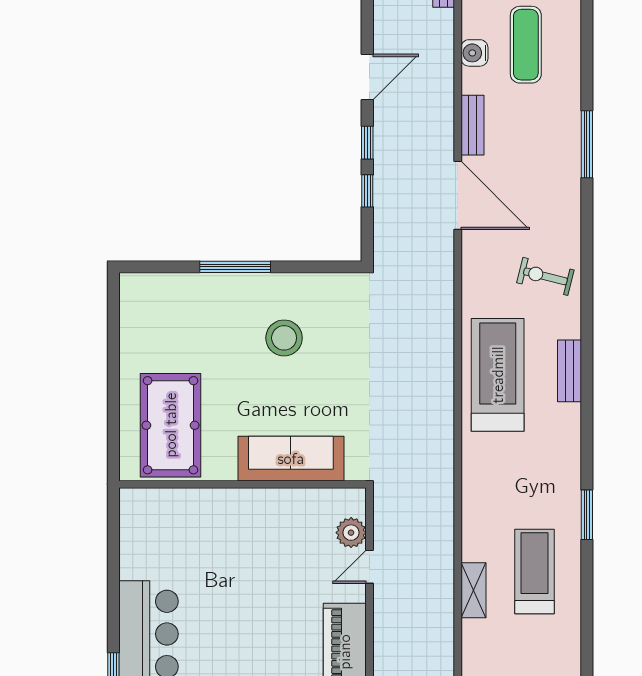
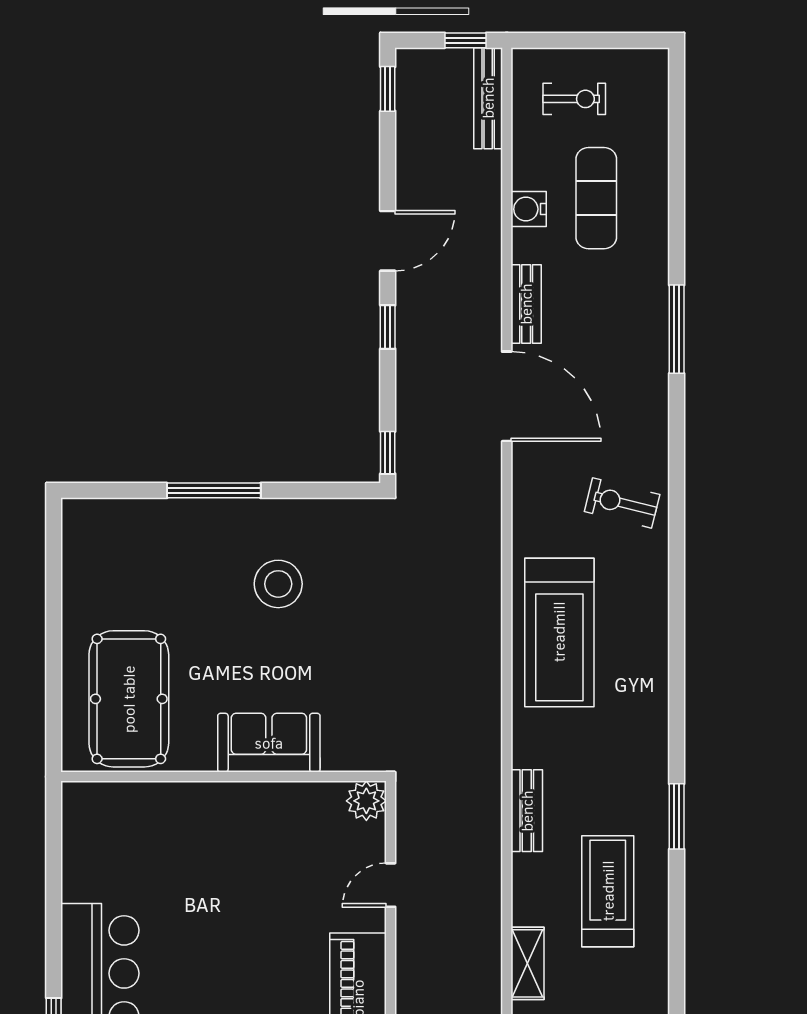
window: (367, 191) -> (388, 453), moved
bench: (570, 371) -> (527, 811), moved
treadmill: (498, 375) -> (559, 632), turned 180
sofa: (291, 459) -> (269, 743), width x0.73
plant: (351, 533) -> (366, 801), moved
shelving: (473, 590) -> (527, 963), moved

